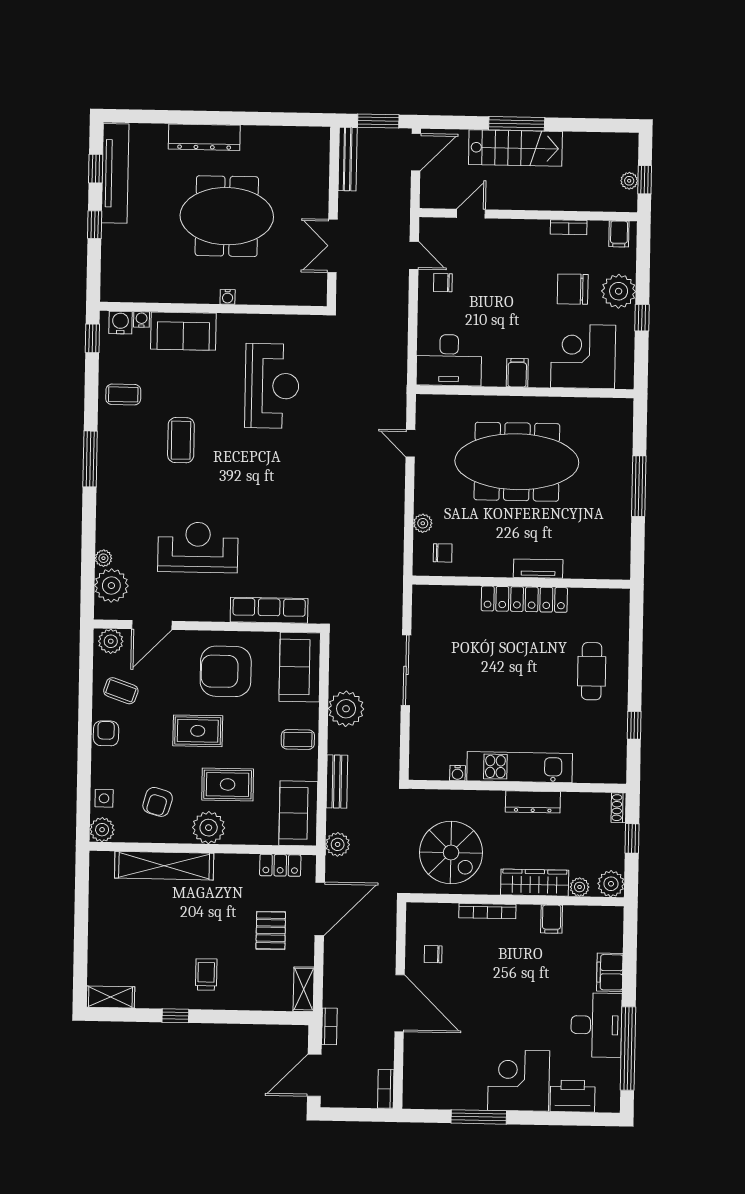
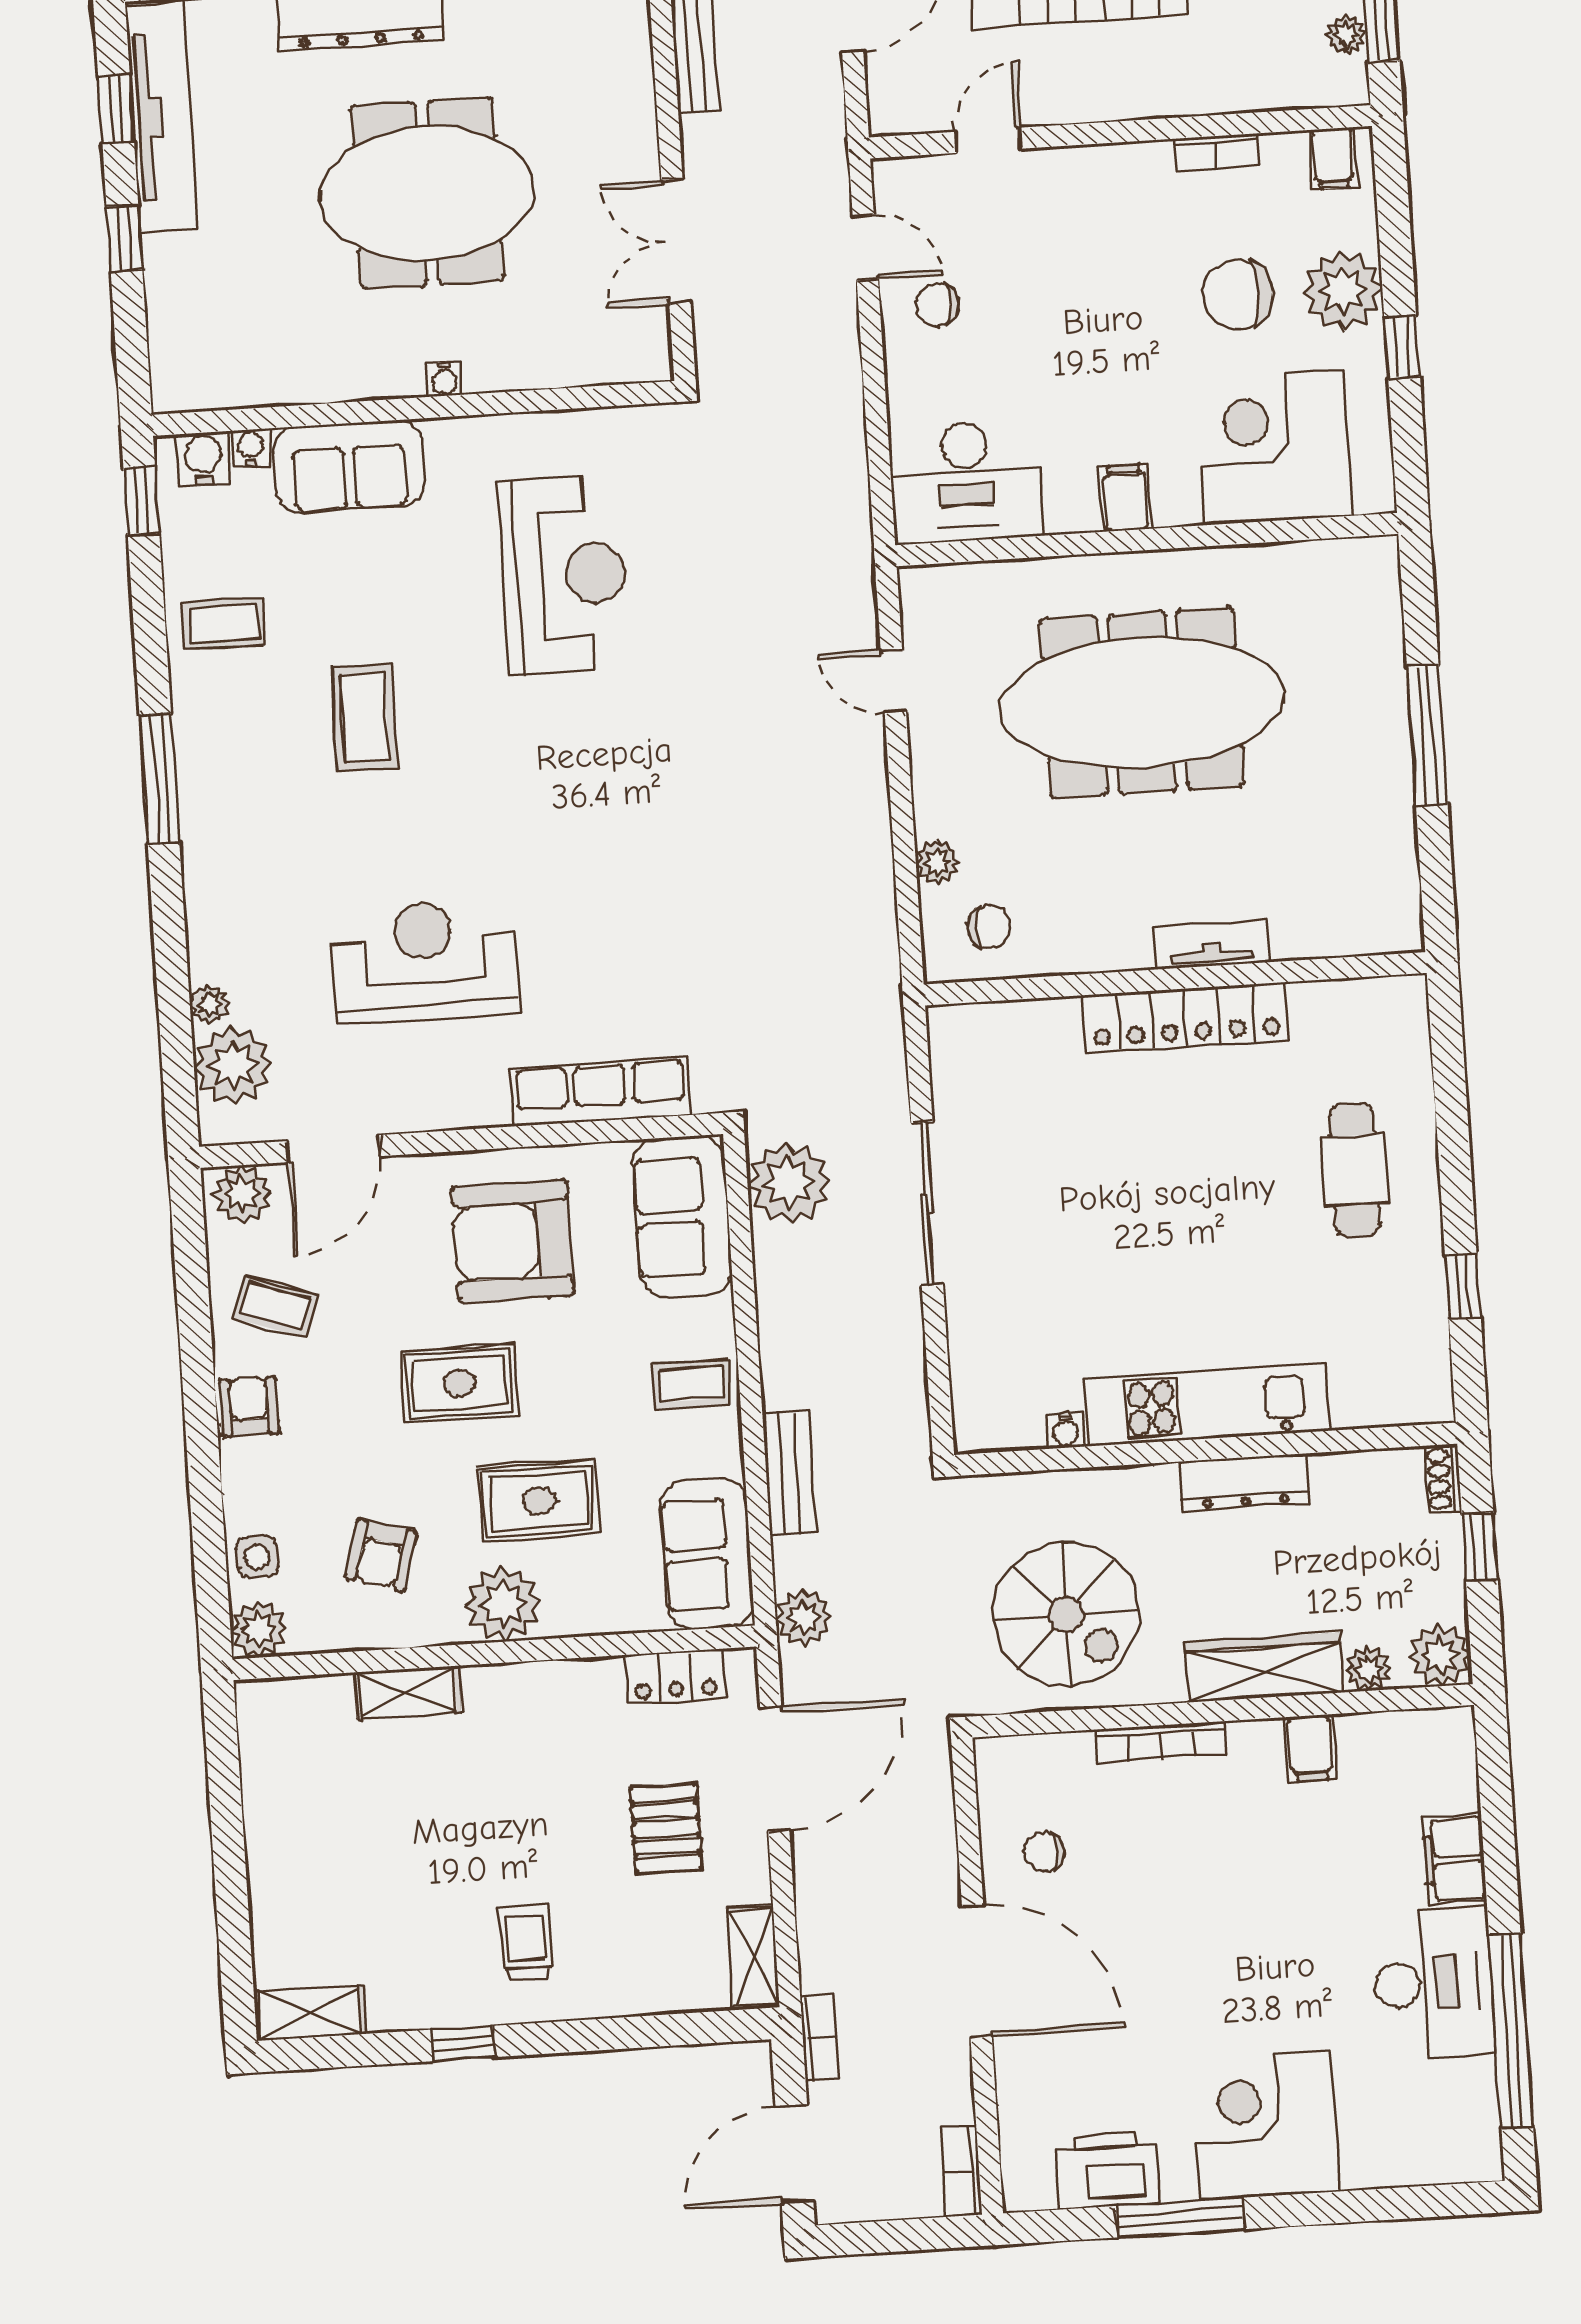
plant: (346, 709) -> (789, 1183), moved
shelving: (164, 866) -> (408, 1692), width x0.45, depth x0.75
printer: (573, 1096) -> (1107, 2170), moved

